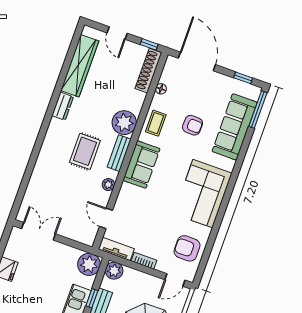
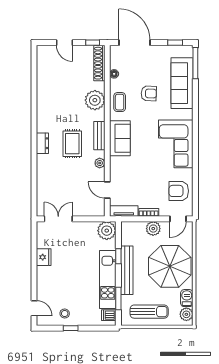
wardrobe: (80, 66) -> (44, 78), removed
dresser: (63, 106) -> (42, 143), moved
plant: (124, 123) -> (95, 100), moved
plant: (114, 271) -> (153, 229), moved

